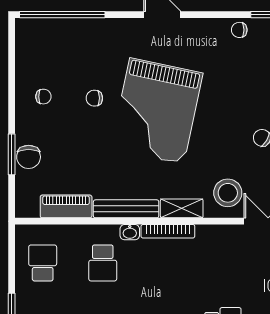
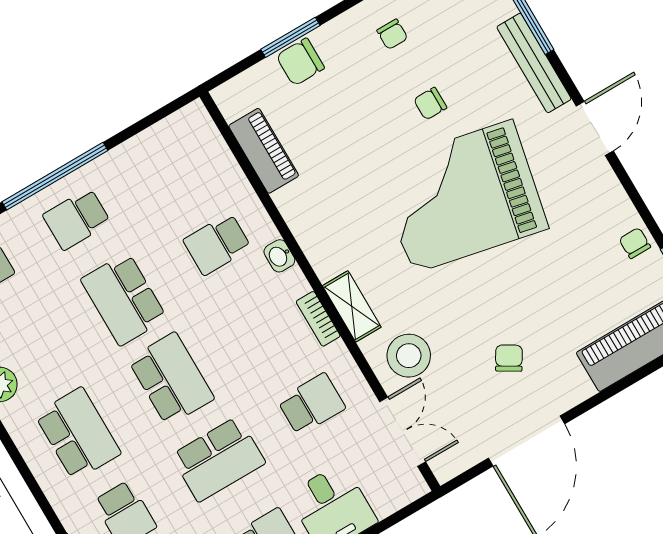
chair: (94, 98) -> (430, 104), turned -90
bench: (126, 209) -> (534, 63), moved
bookcase: (168, 231) -> (318, 319), width x0.64
school desk: (43, 263) -> (311, 404), moved

